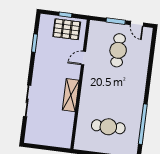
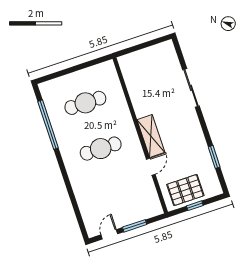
door: (137, 24) -> (109, 234), hinge flipped
cafe table: (118, 50) -> (101, 149), moved, turned 90
shelving: (71, 95) -> (151, 136), moved

